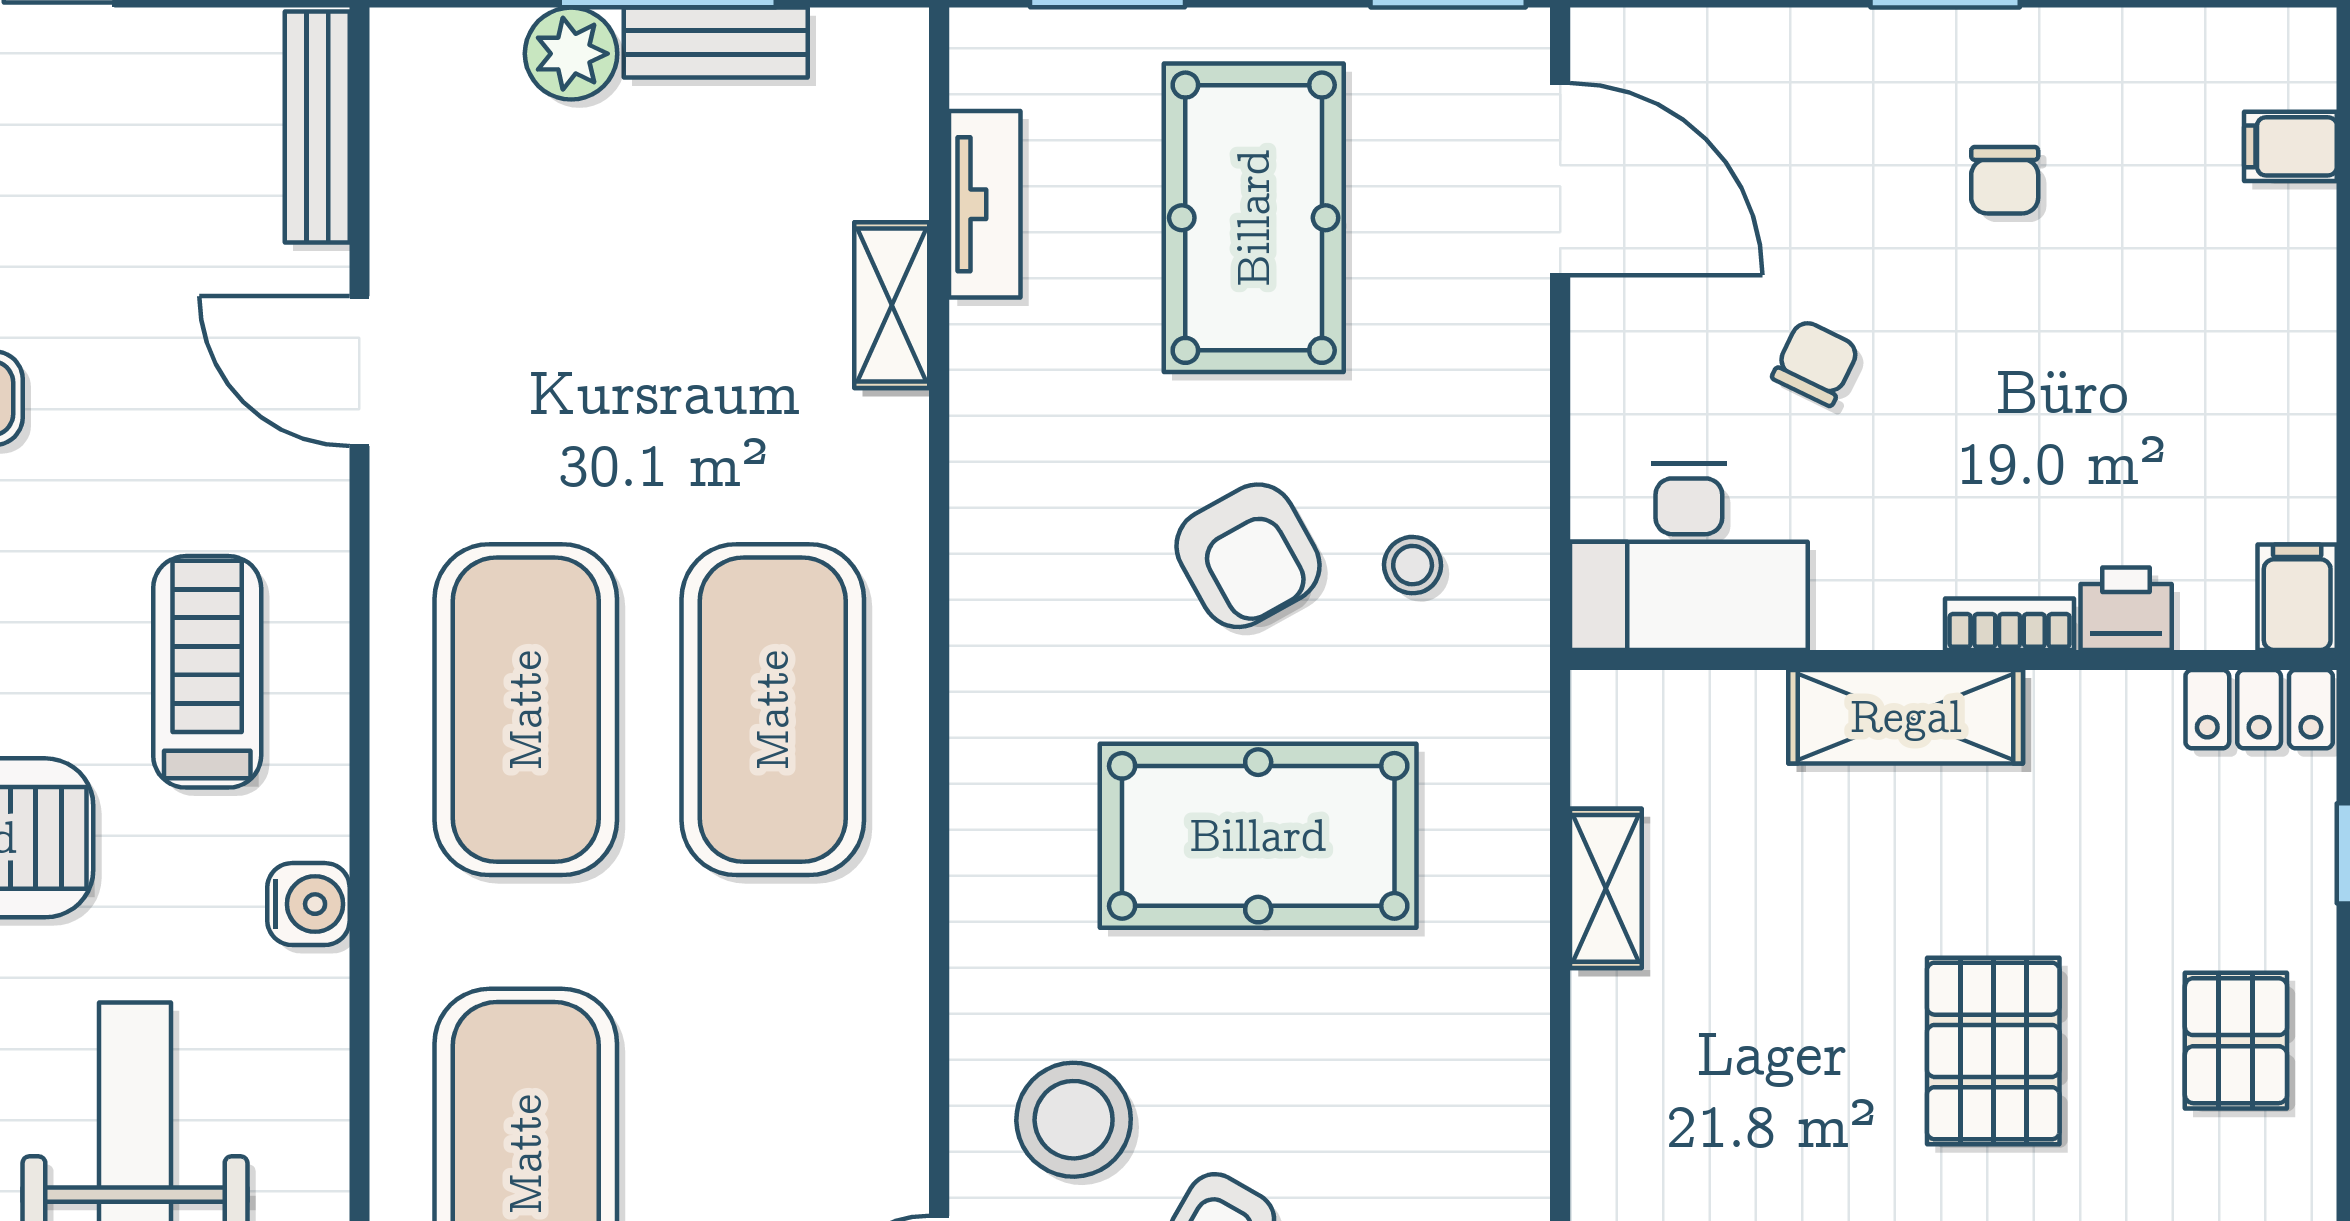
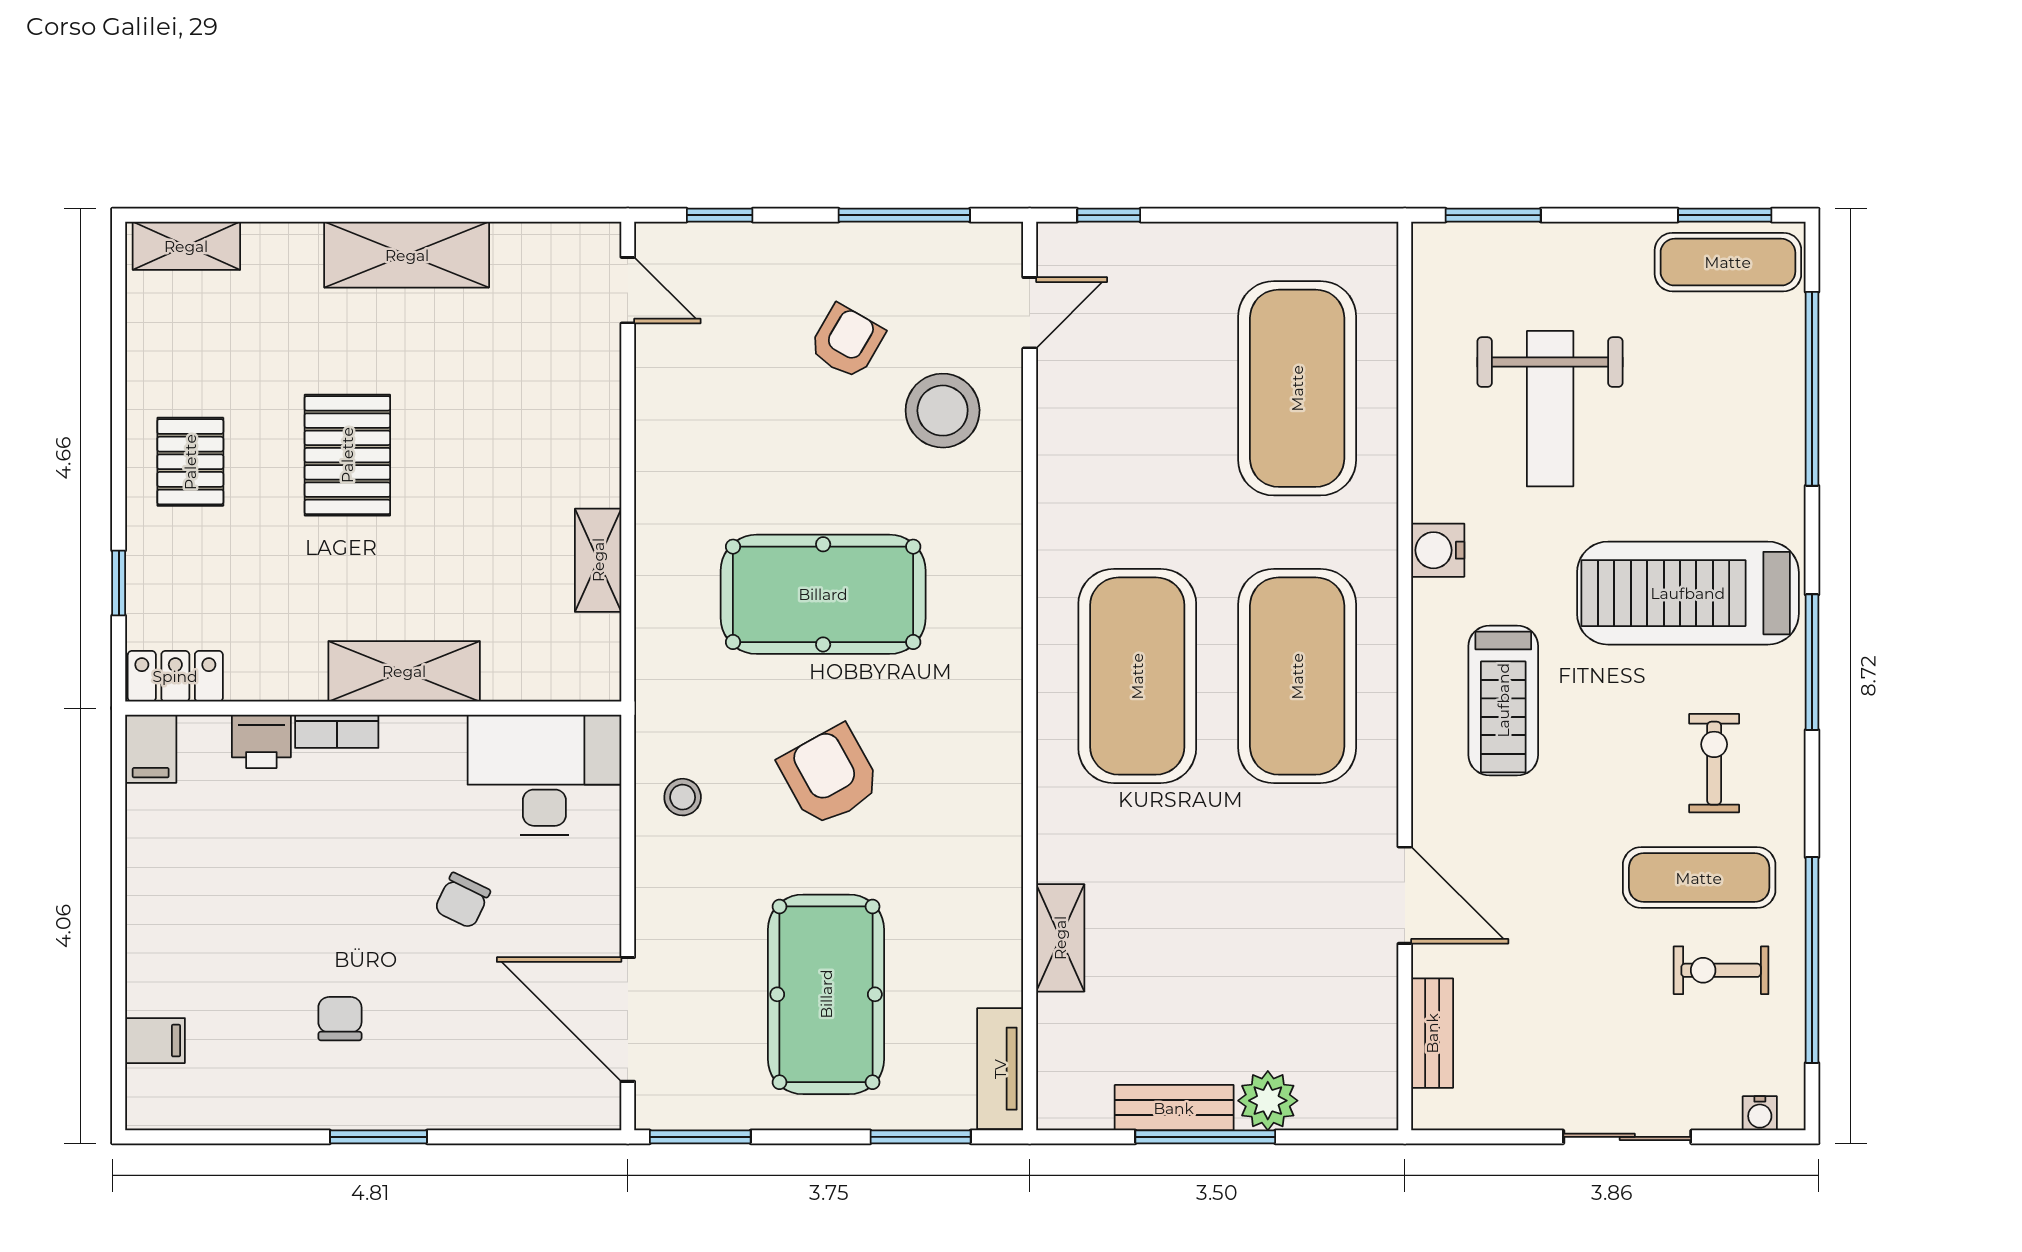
bench: (317, 127) -> (1432, 1033), width x0.73
tv unit: (985, 204) -> (1000, 1069), moved
stool: (1413, 565) -> (683, 797), moved

